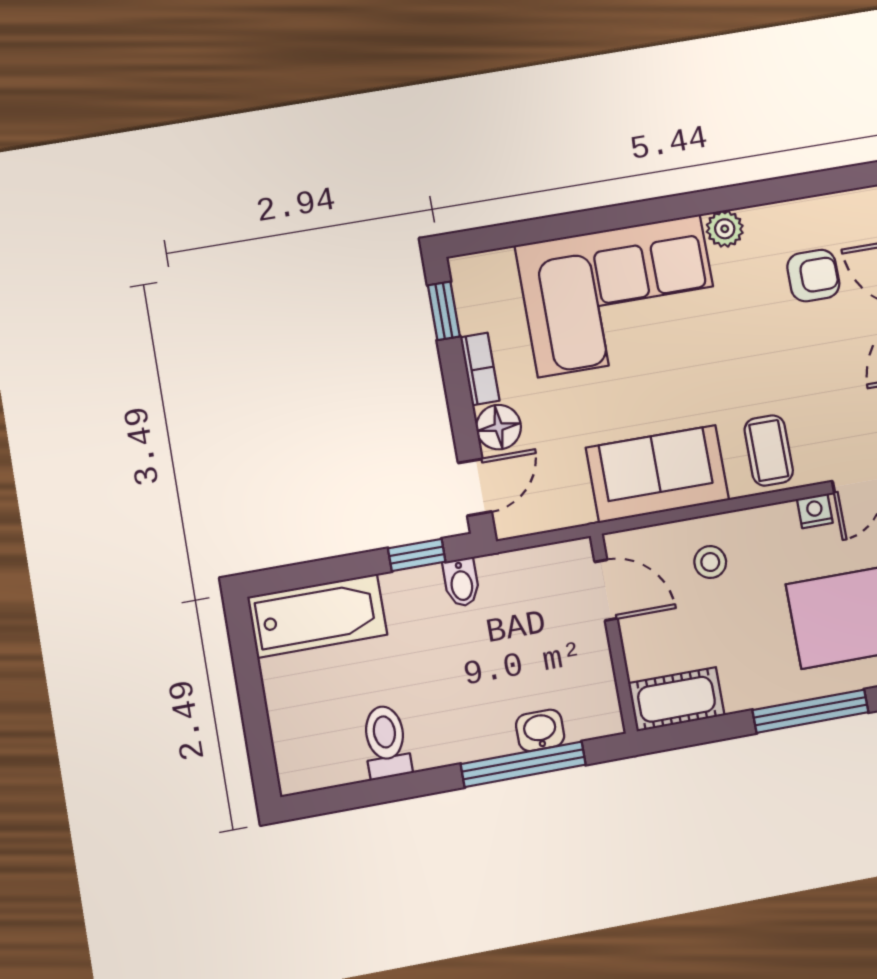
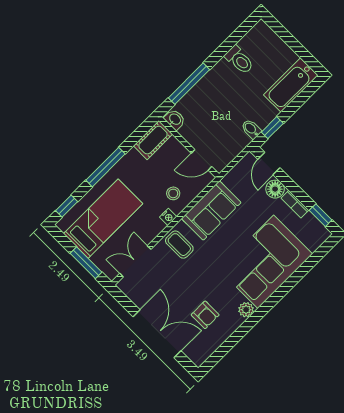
armchair: (813, 276) -> (205, 315), turned -90
nightstand: (815, 511) -> (168, 217), moved
washbasin: (540, 730) -> (175, 119), moved, turned -90

